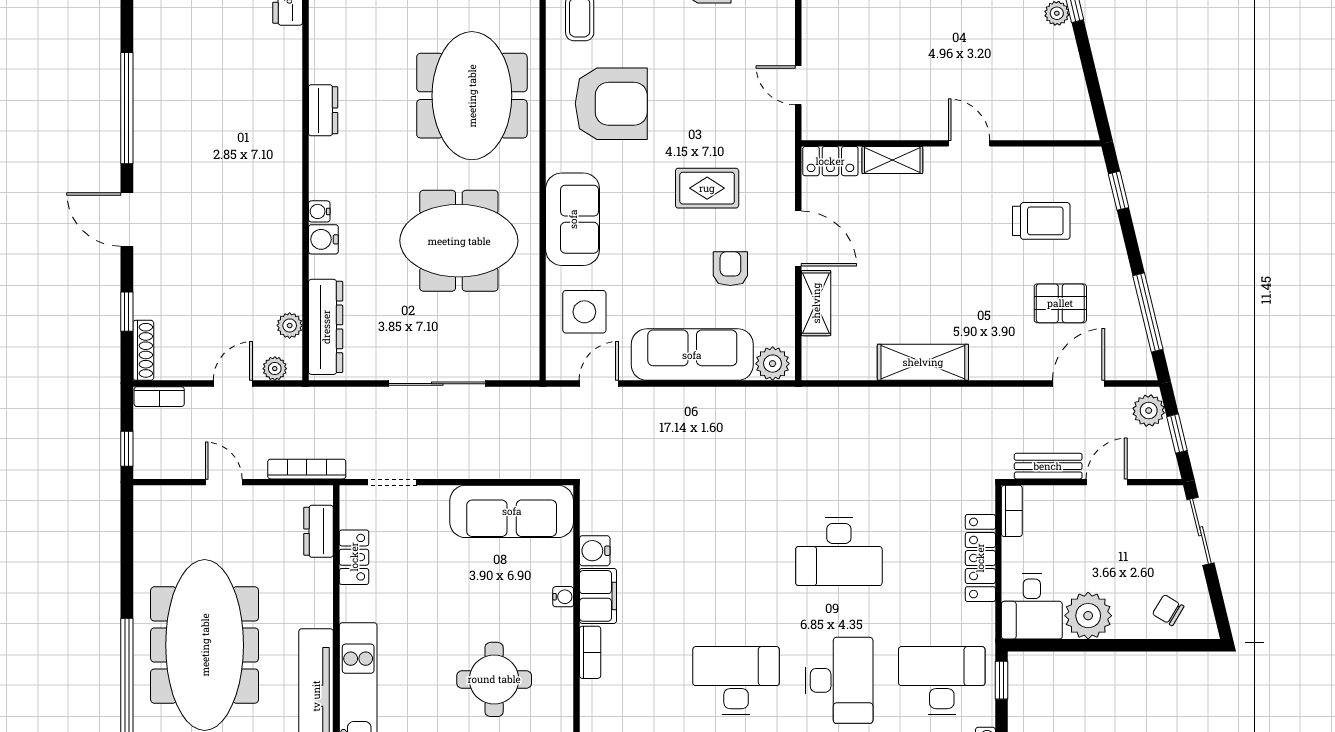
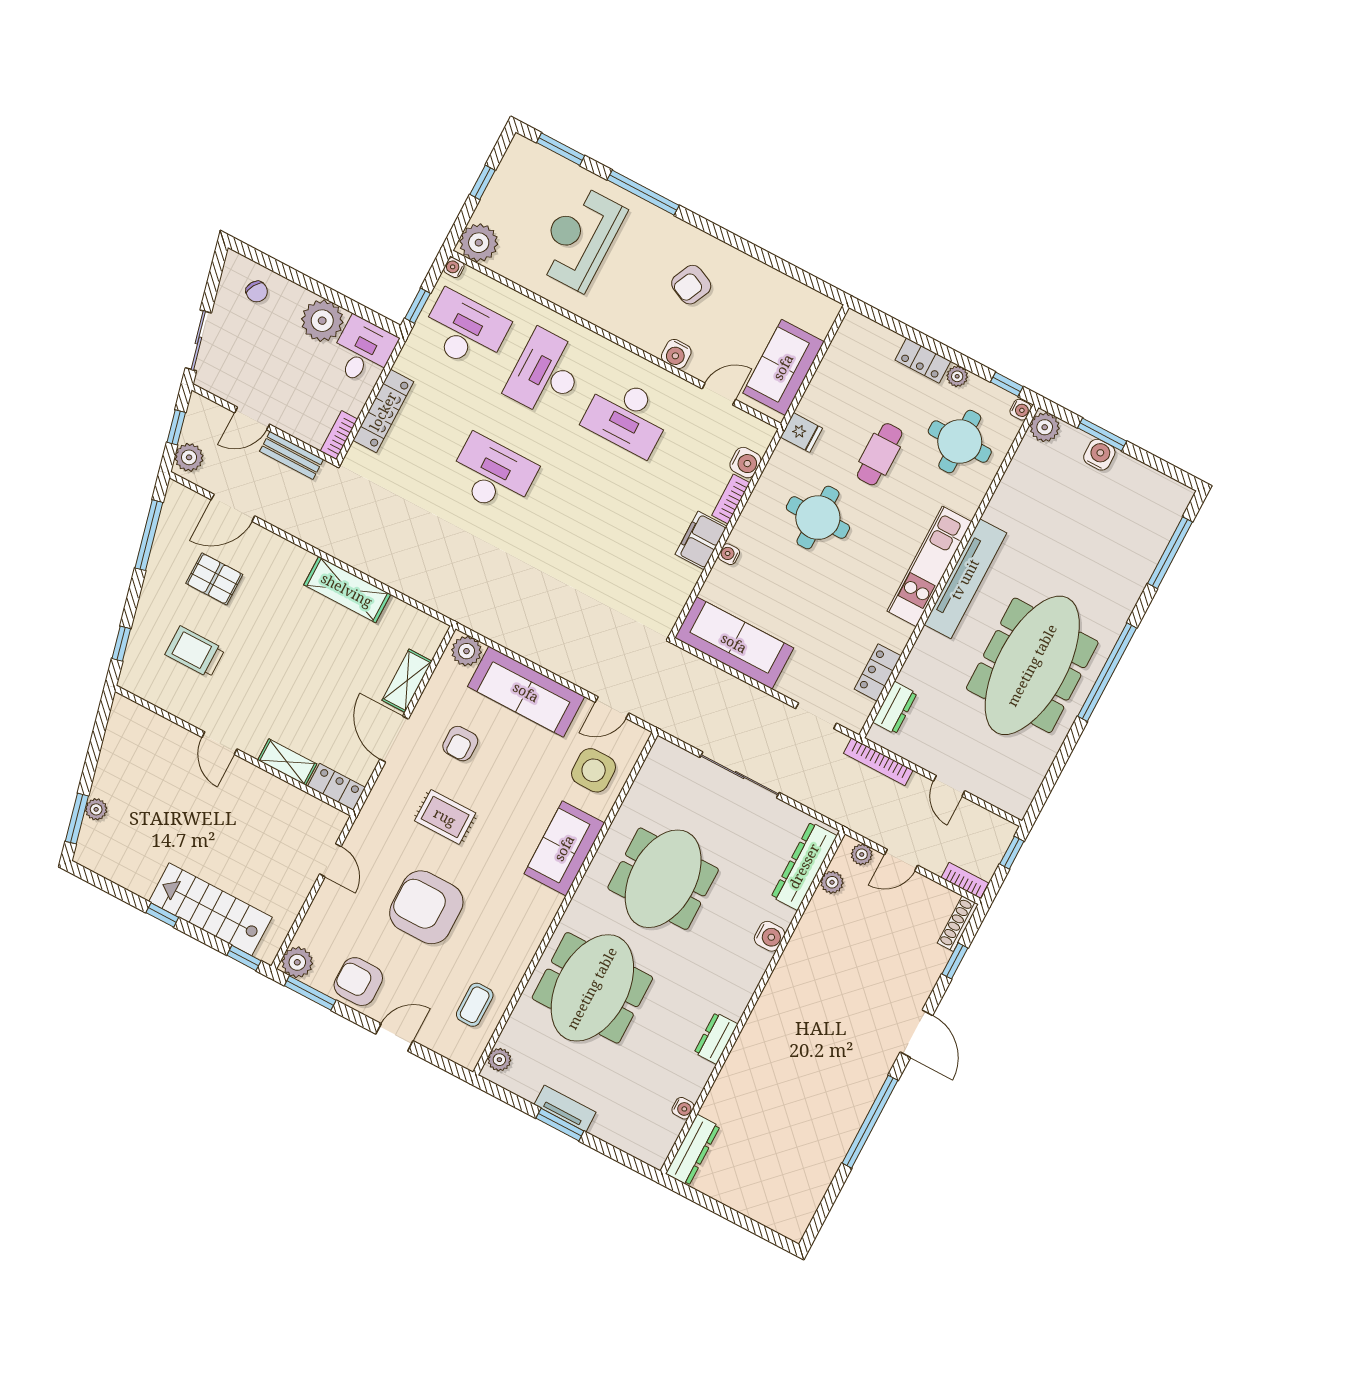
armchair: (611, 104) -> (426, 907), moved
water cooler: (319, 211) -> (683, 1108), moved
meeting table: (459, 241) -> (663, 879), turned 90
water cooler: (595, 551) -> (745, 463), moved
desk: (942, 680) -> (465, 330), turned 180

